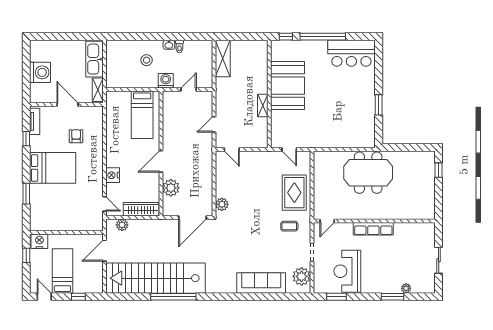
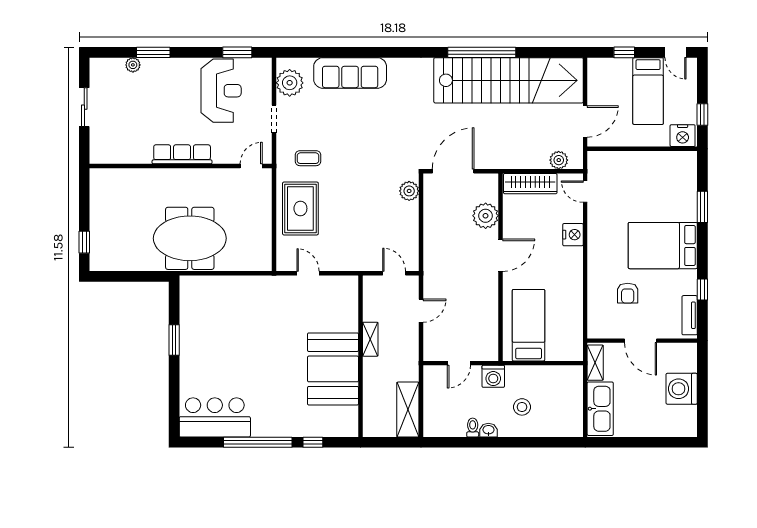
booth: (288, 86) -> (333, 369), moved
wall: (269, 94) -> (360, 356), moved
shelving: (263, 105) -> (370, 339), moved

